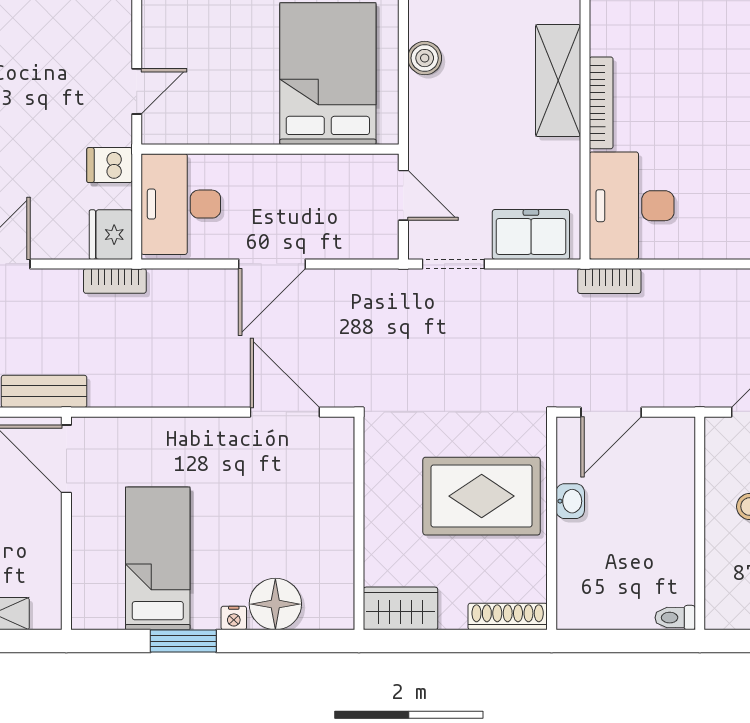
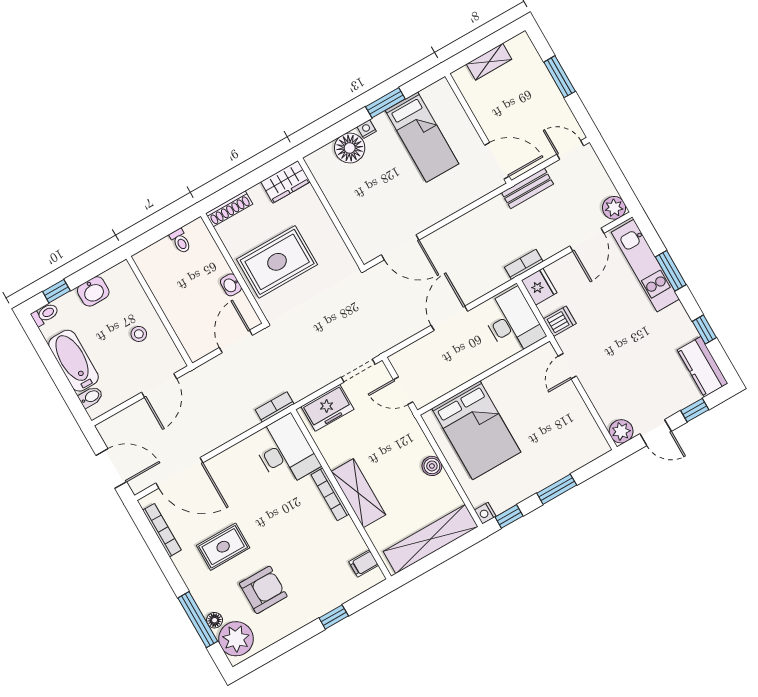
toilet: (675, 618) -> (180, 241), moved, turned 90

